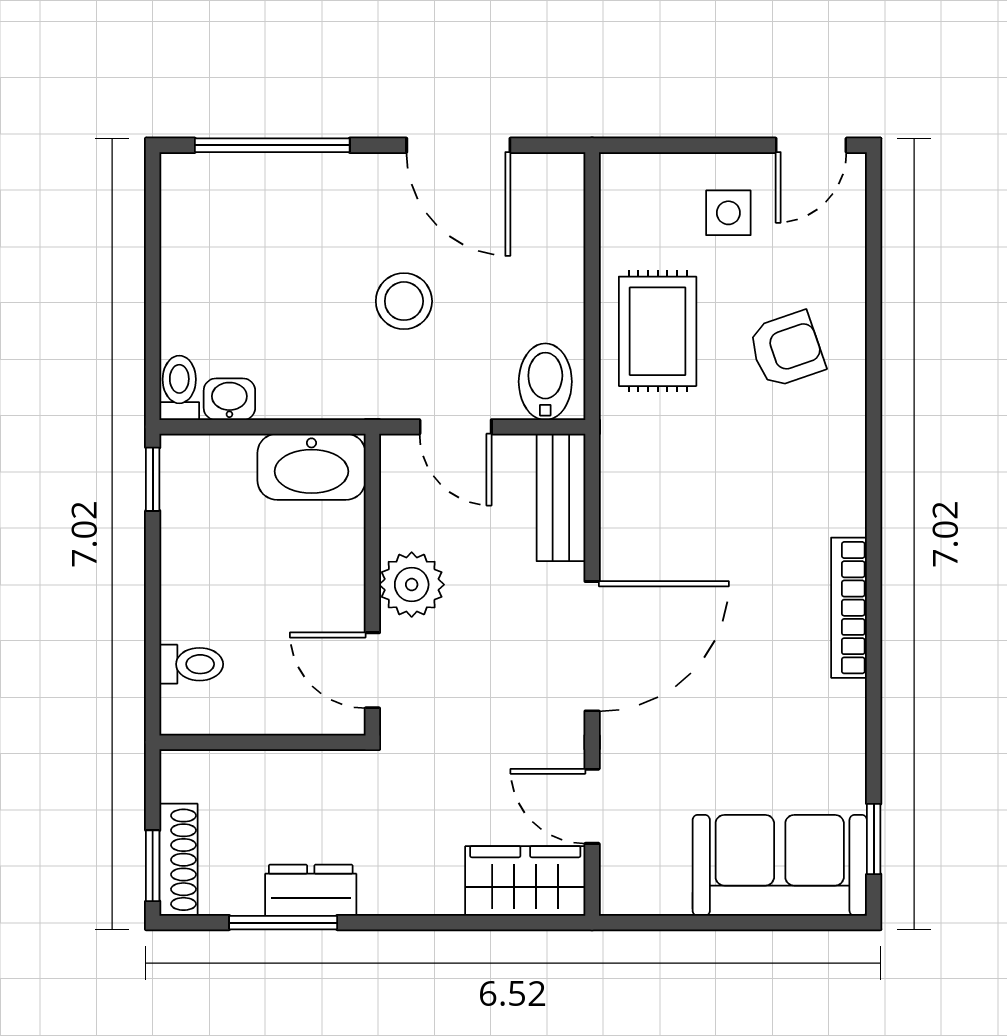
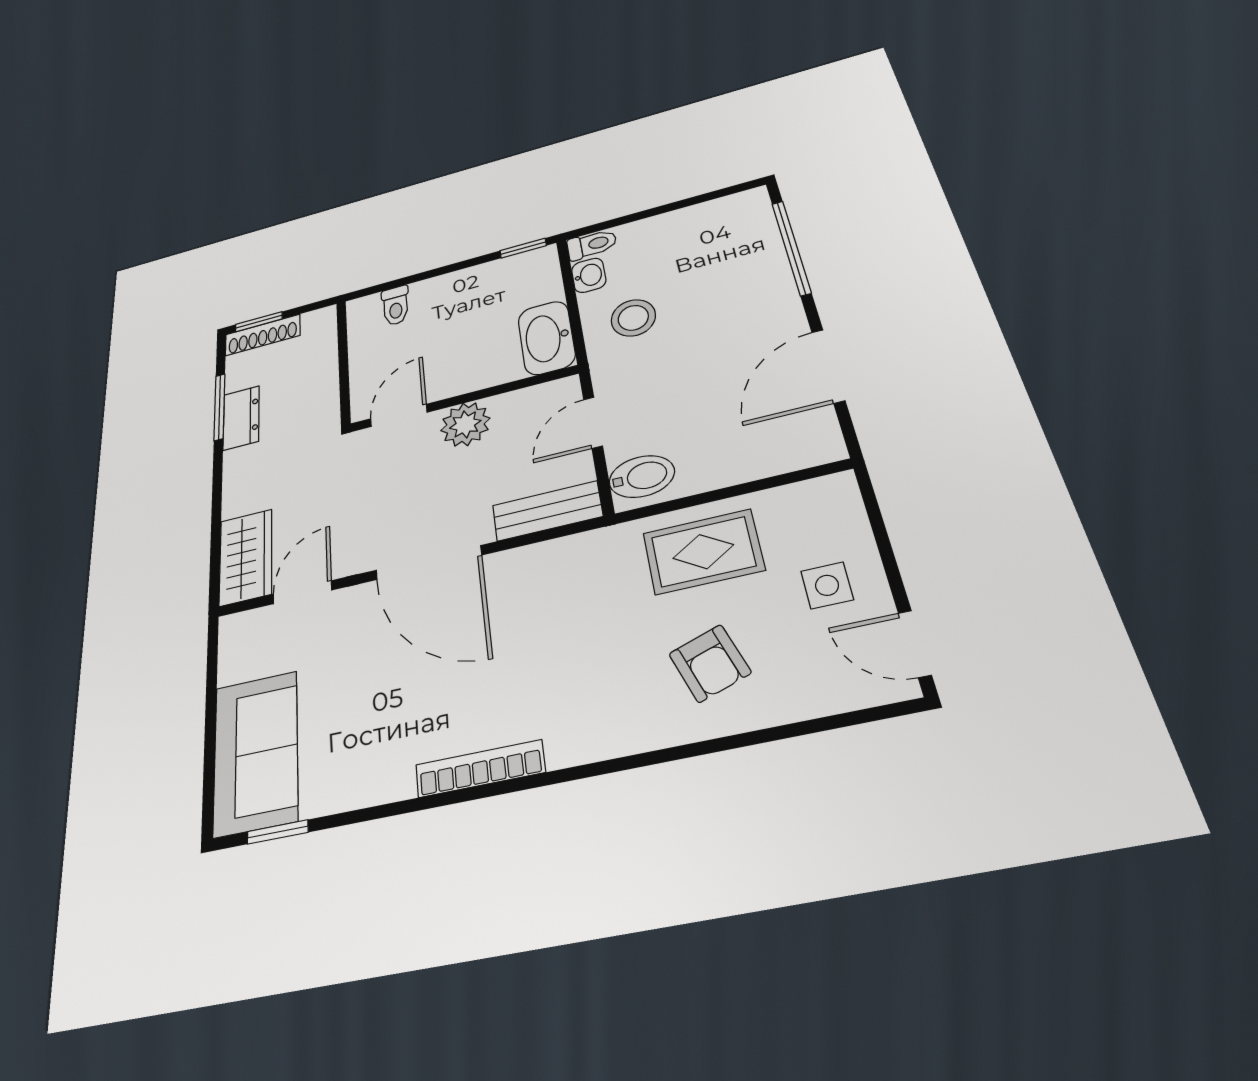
stool: (404, 301) -> (633, 318), moved

